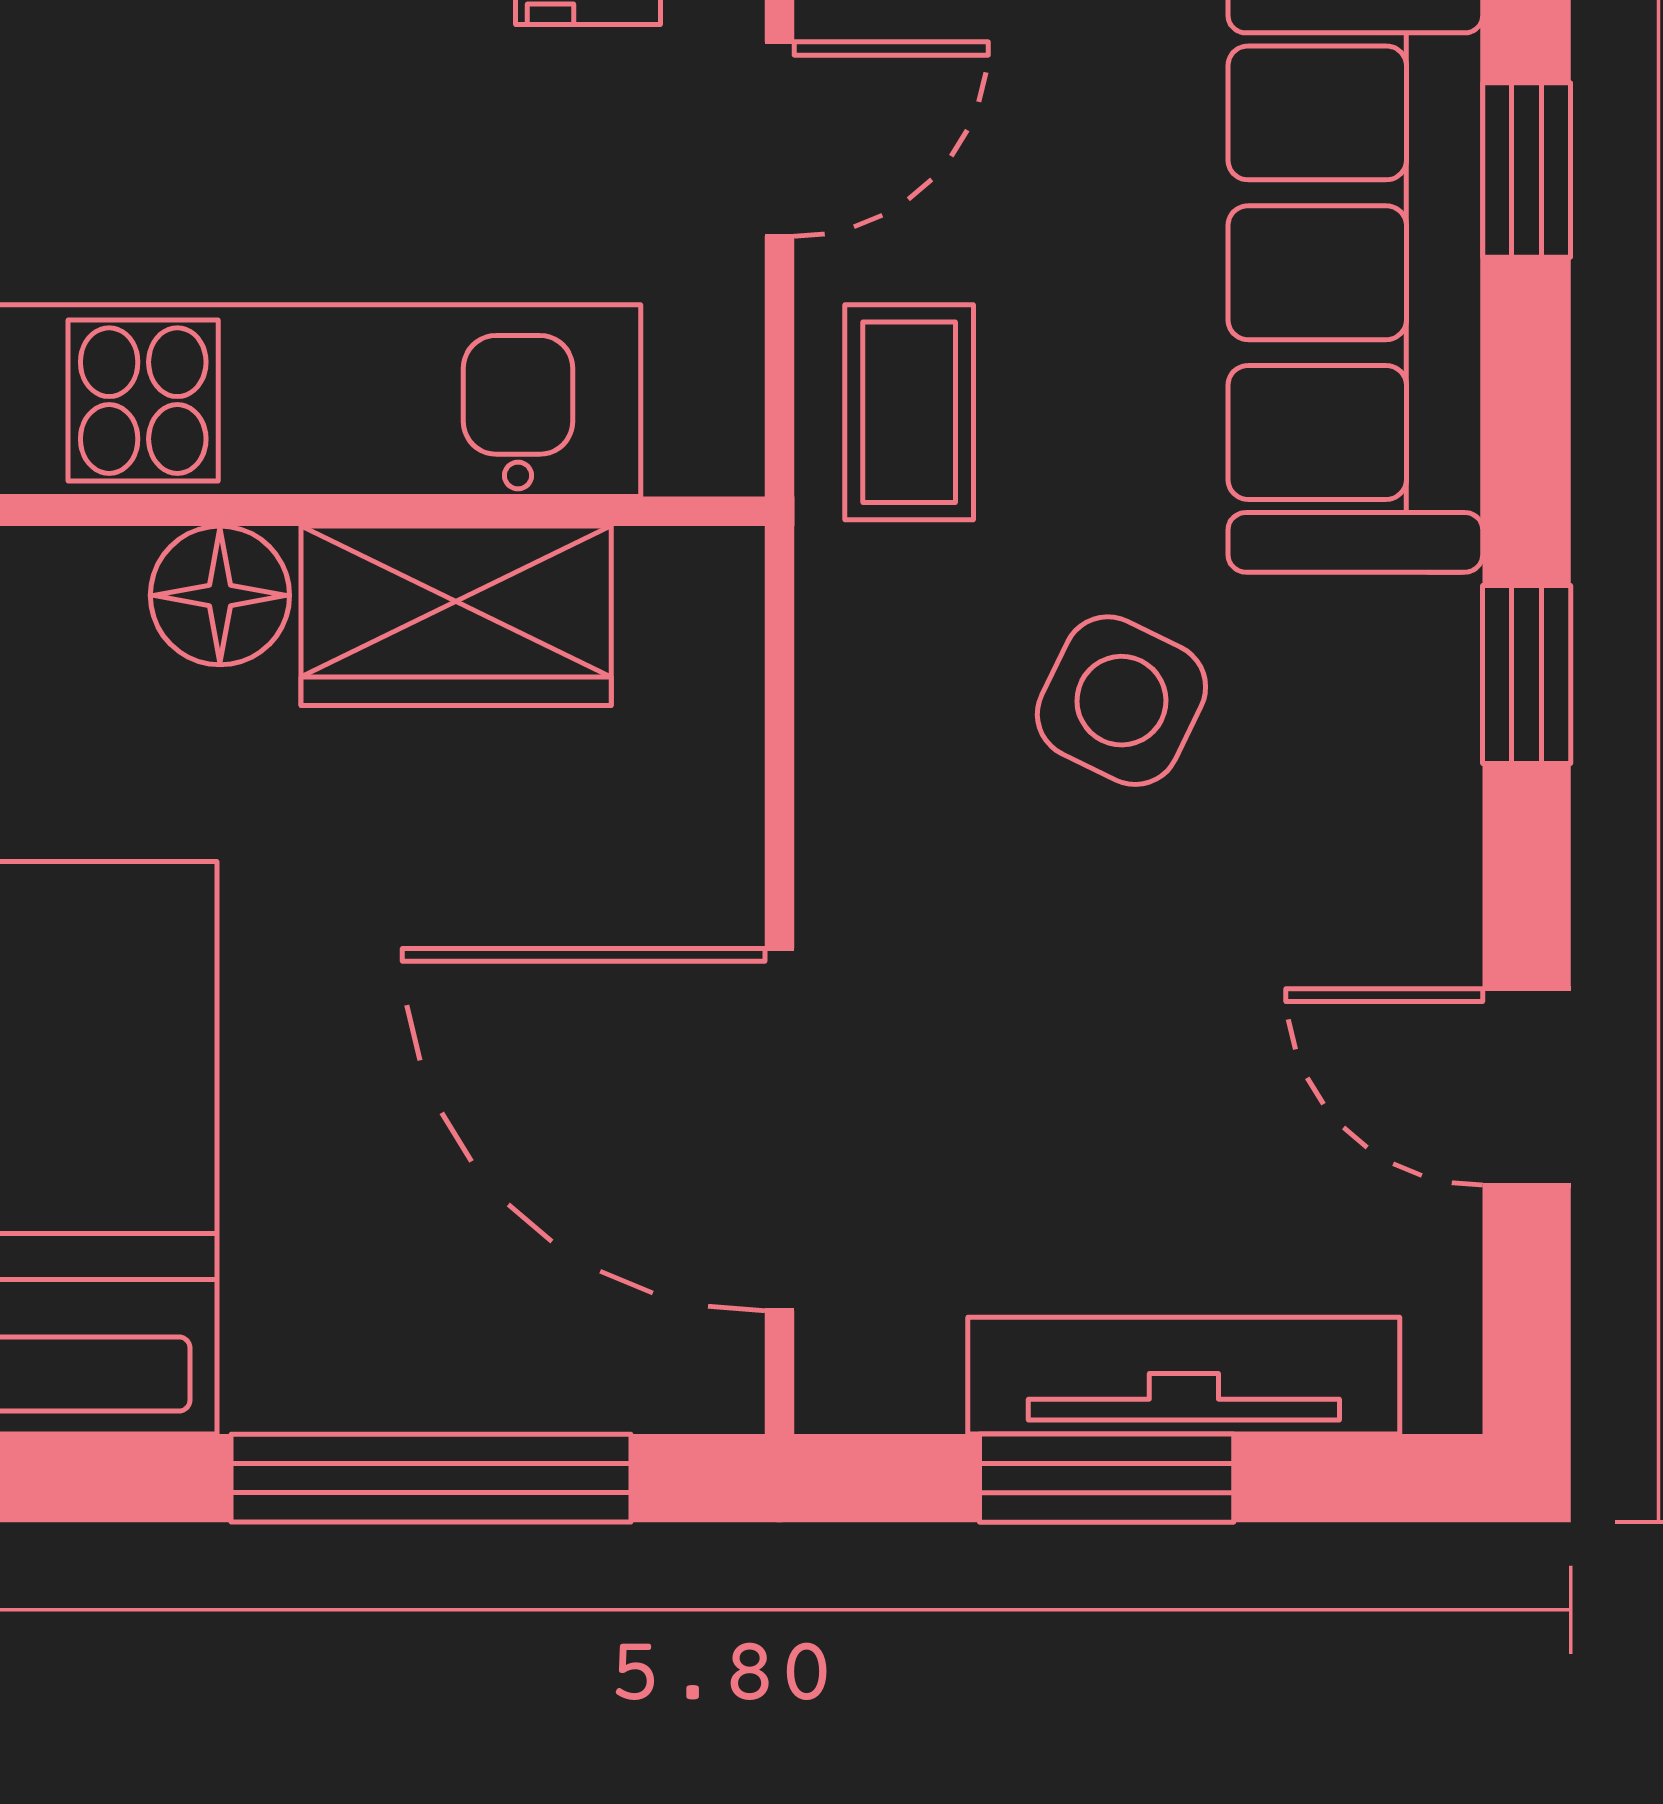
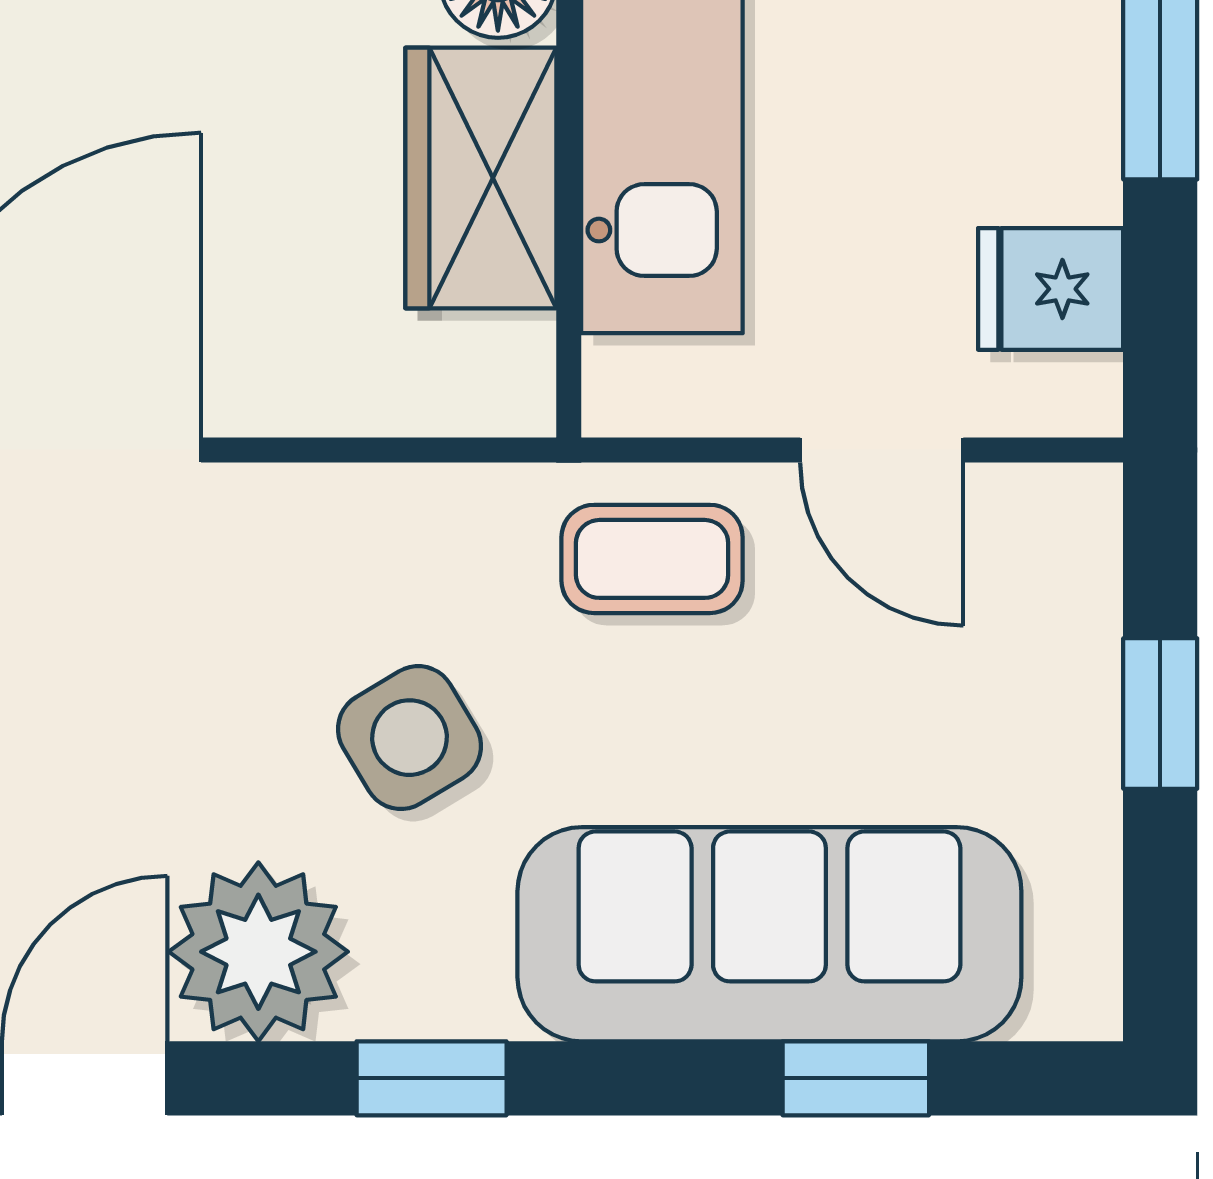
side table: (1121, 701) -> (410, 738), turned 33
plant: (1376, 880) -> (258, 952), added

